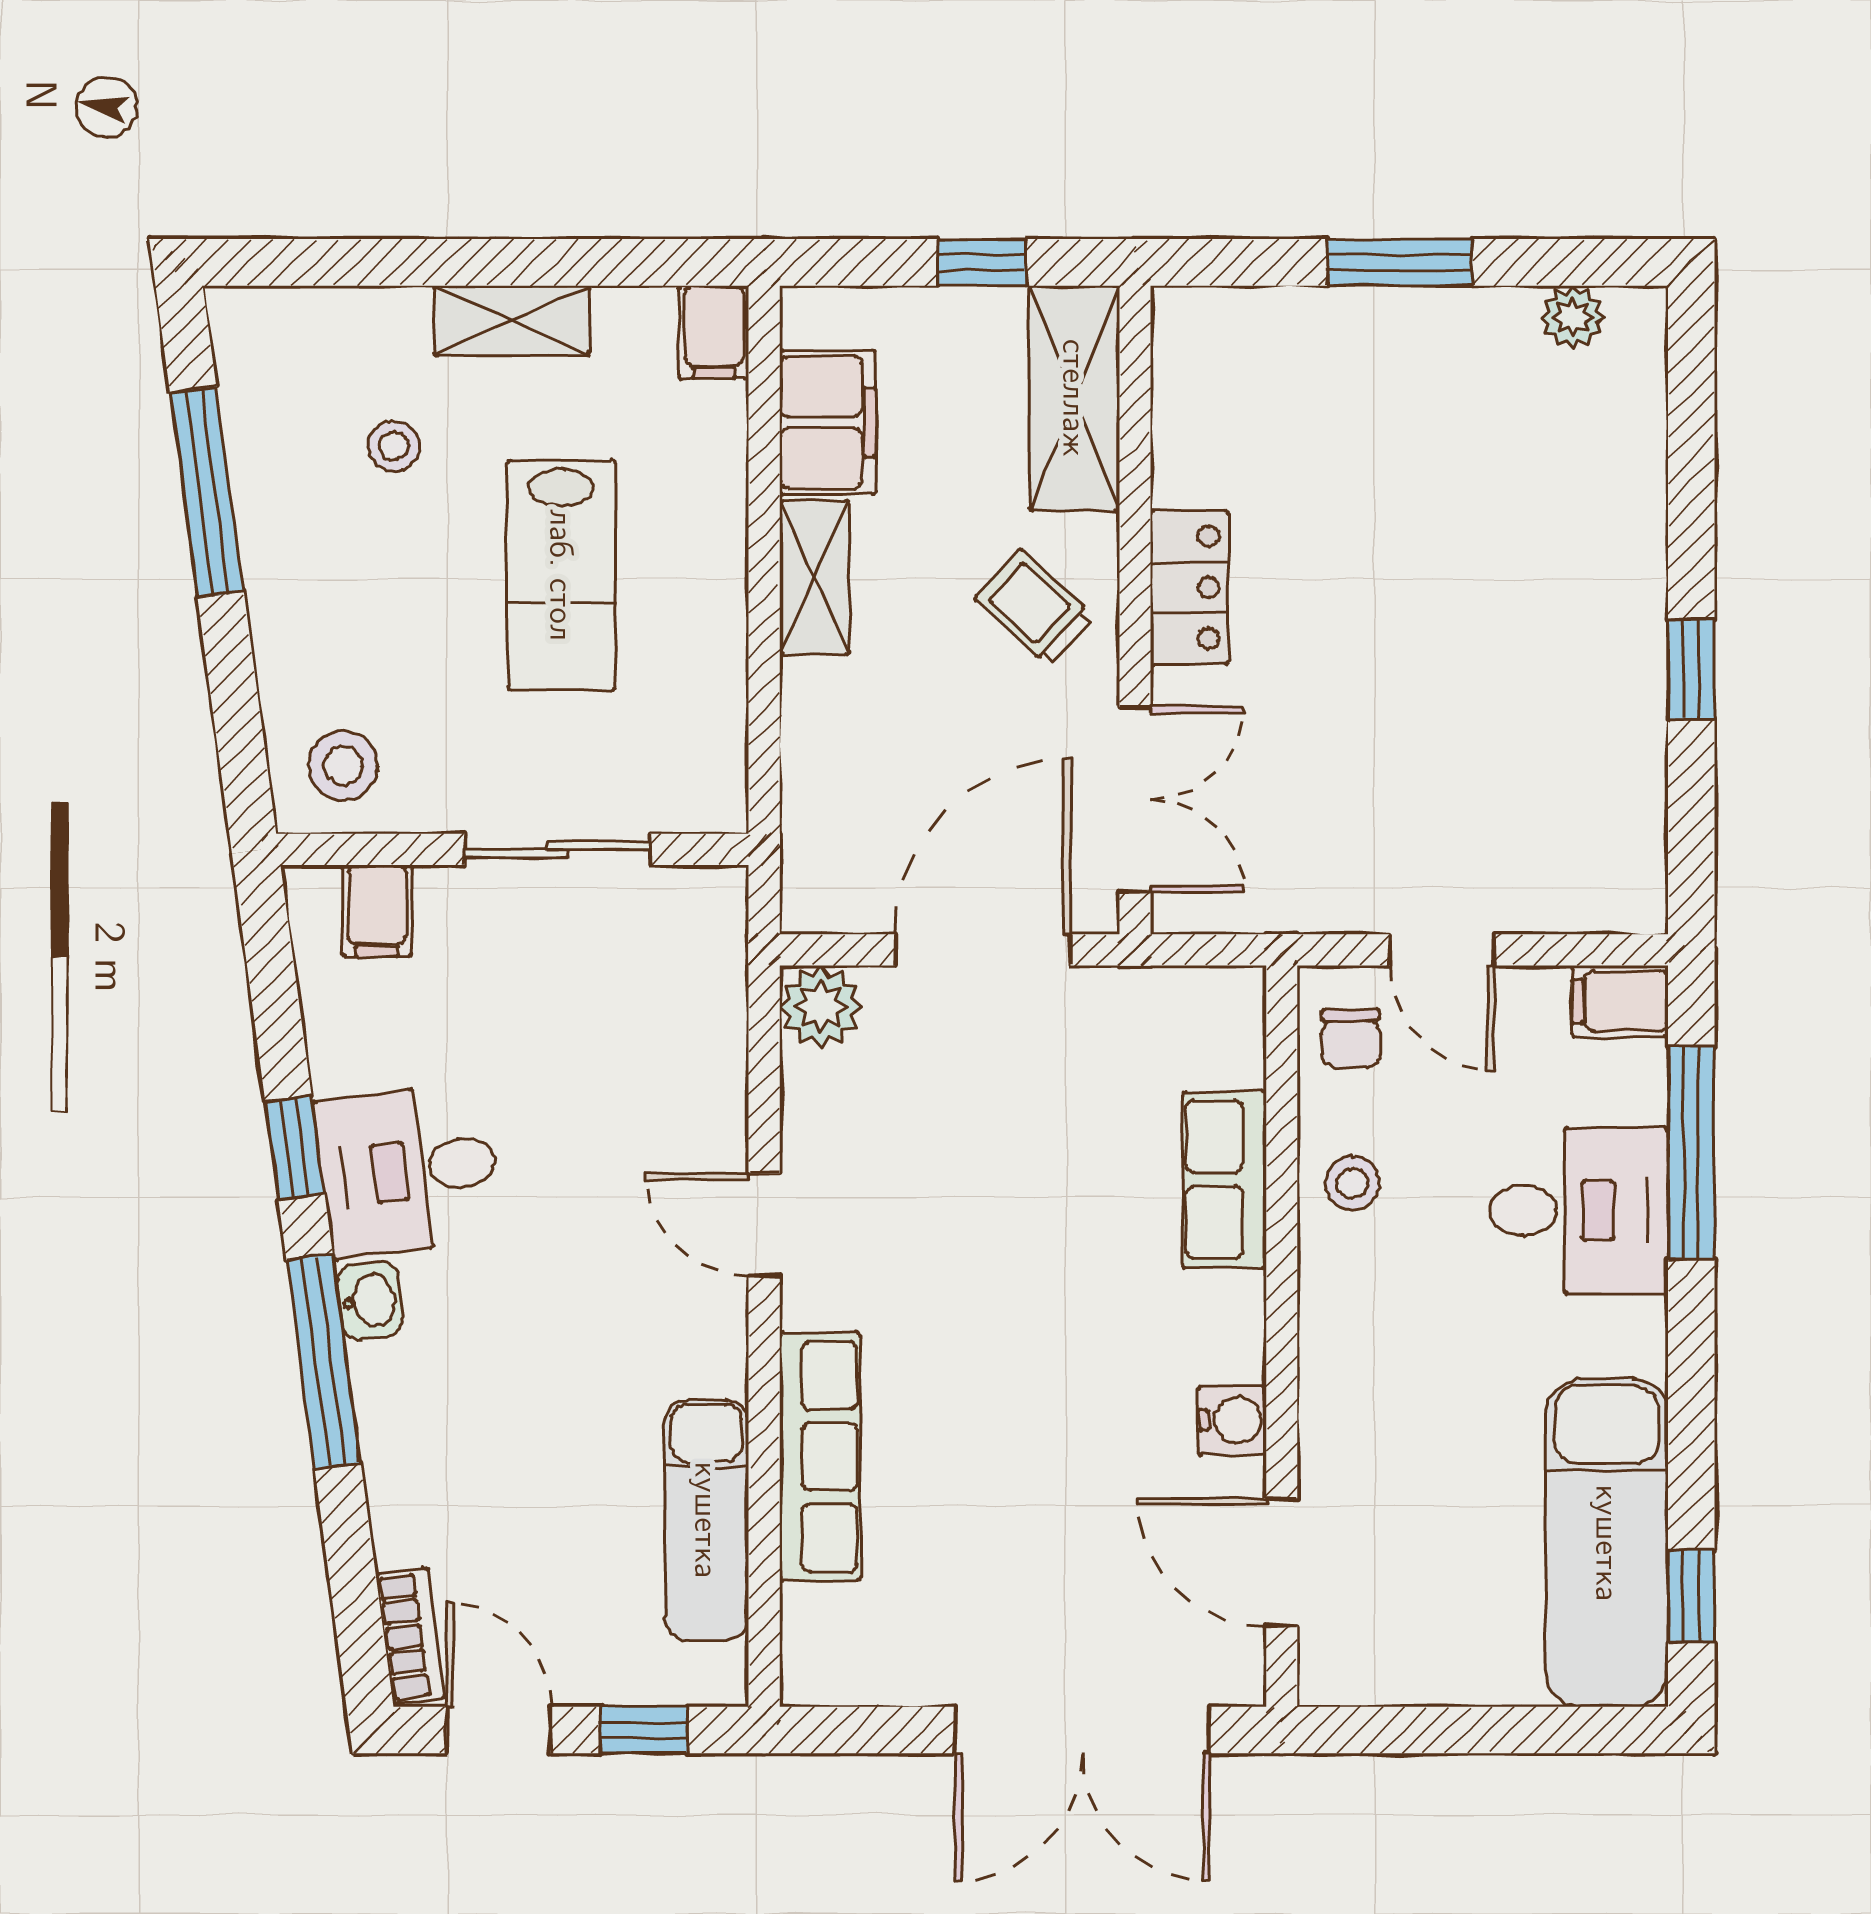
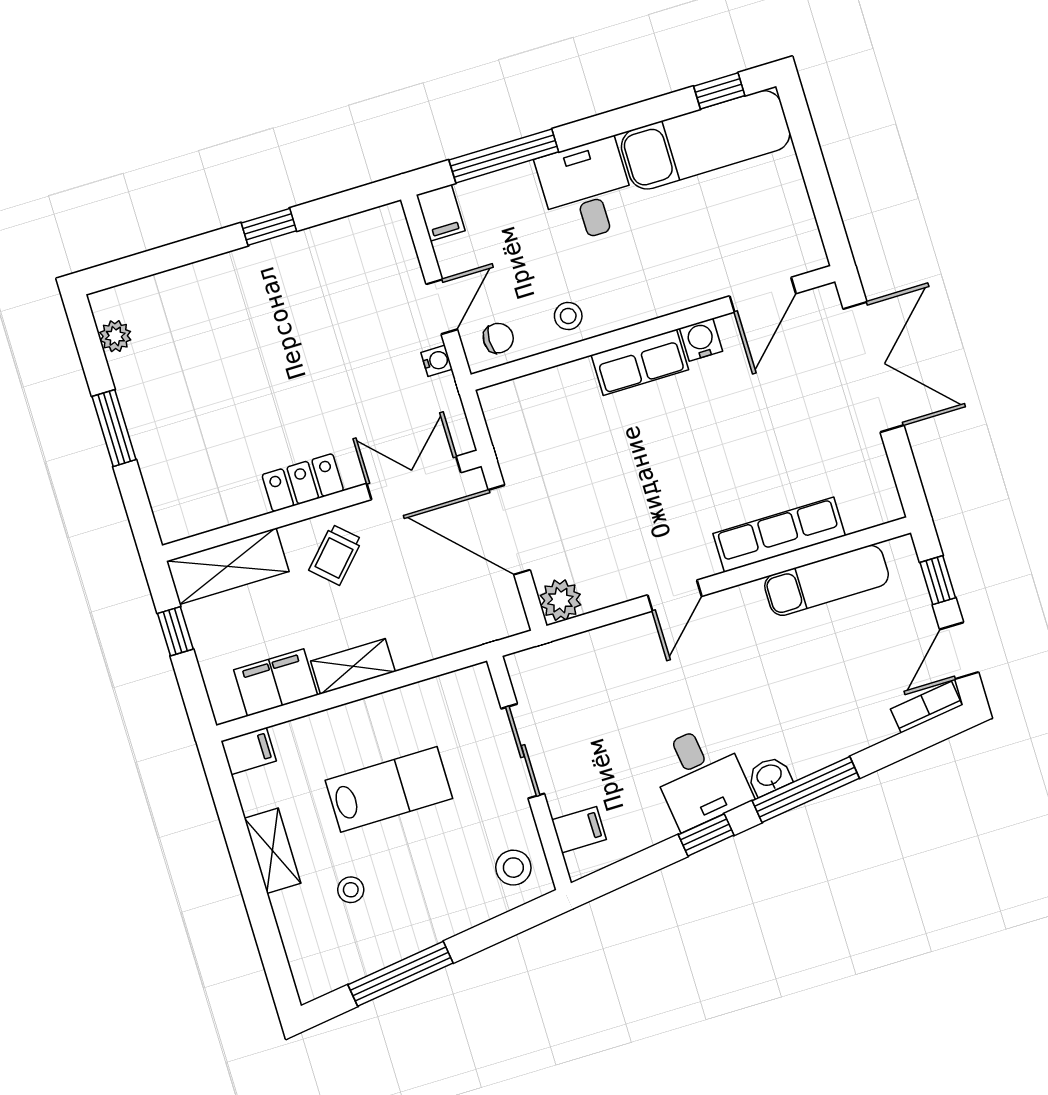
water cooler: (1343, 909) -> (437, 361), added
row of seats: (1224, 1179) -> (640, 362), moved
desk: (1579, 1211) -> (587, 191), moved

